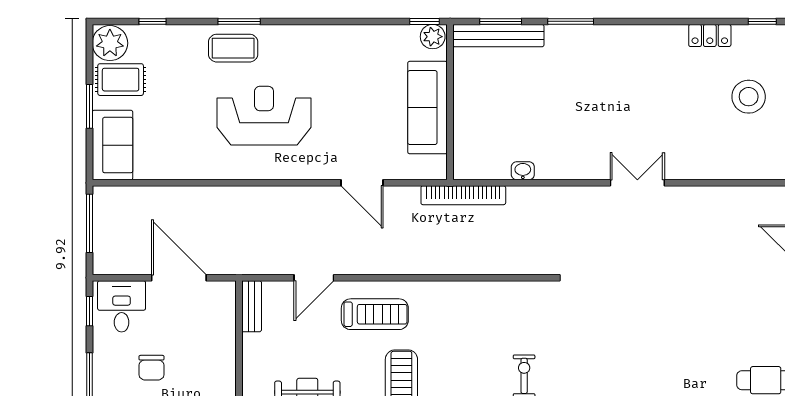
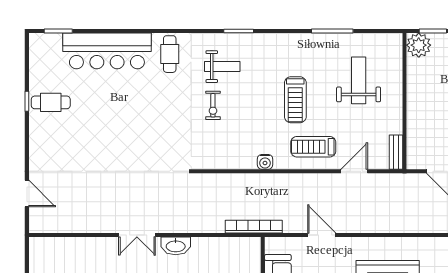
washbasin: (523, 171) -> (176, 246), moved, width x1.91, depth x1.45
water cooler: (447, 292) -> (265, 162), added

